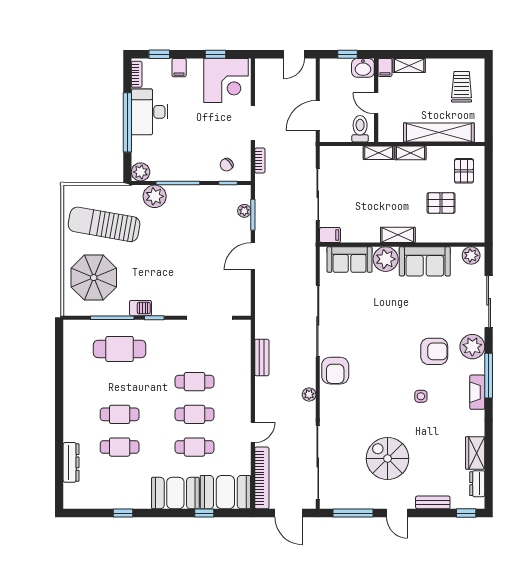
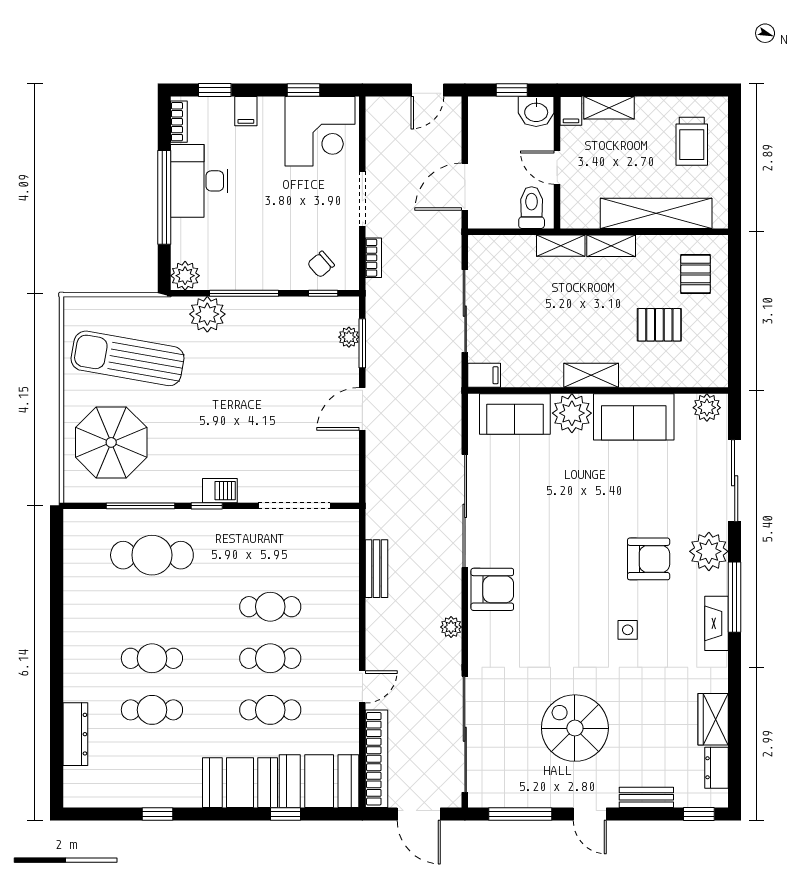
trolley: (462, 87) -> (692, 141), turned 180
barbecue: (140, 308) -> (220, 491), moved
armchair: (335, 371) -> (492, 589), turned -90

